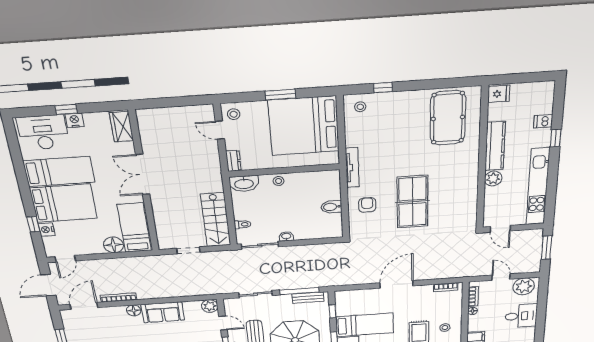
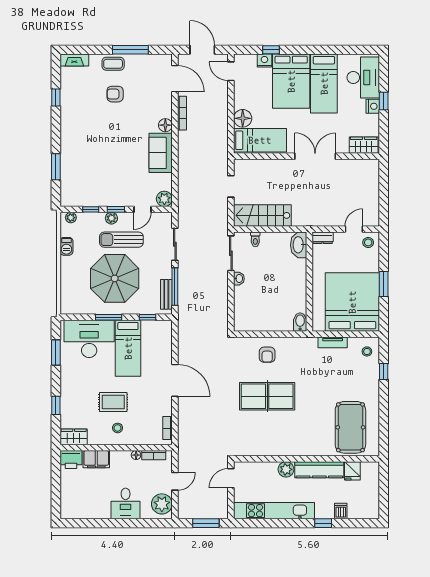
fridge: (499, 94) -> (352, 471), moved
pool table: (448, 118) -> (350, 427), turned 90
tv unit: (352, 168) -> (333, 342), moved, width x0.71
stool: (279, 181) -> (299, 276), removed
armchair: (367, 205) -> (267, 355), turned 90
bidet: (331, 207) -> (300, 322), moved

